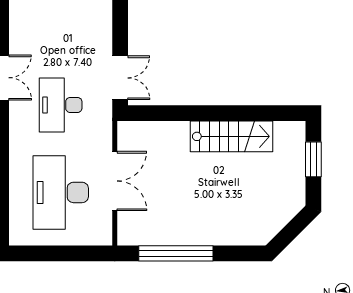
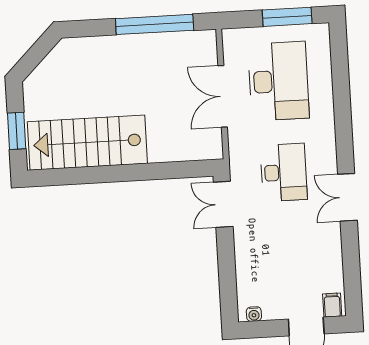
stairs: (231, 136) -> (87, 143), width x1.36, depth x1.51
window: (49, 253) -> (287, 17), added

